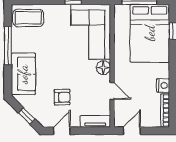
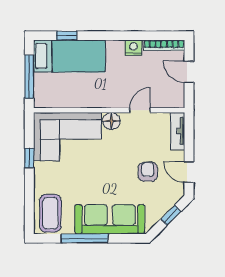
bed: (150, 33) -> (69, 56), width x0.67
sofa: (23, 74) -> (110, 219), width x1.36
door: (132, 131) -> (189, 72), moved

